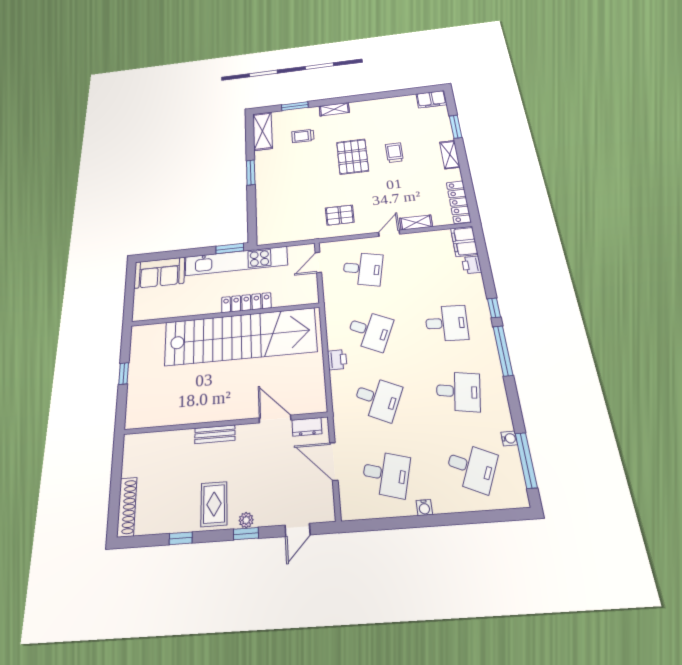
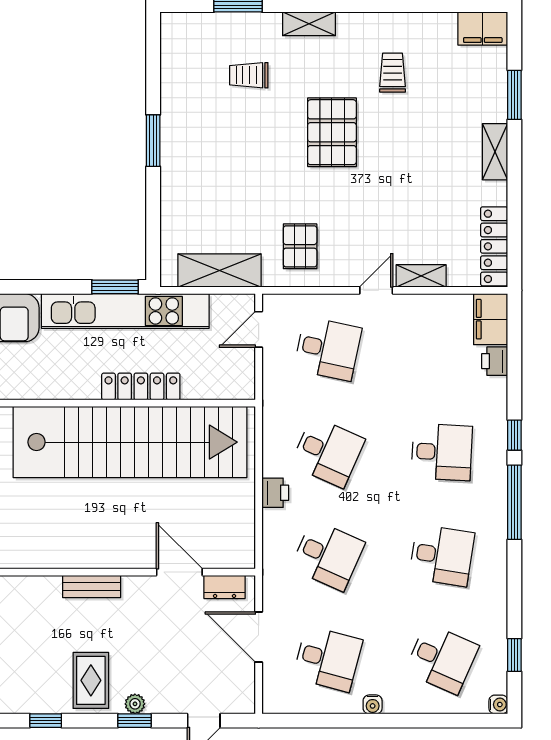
shelving: (262, 131) -> (219, 271), moved, turned 90
trolley: (394, 153) -> (393, 73), moved
pallet: (340, 215) -> (300, 246), turned 90
water cooler: (509, 438) -> (498, 705), moved
window: (526, 460) -> (514, 655), width x0.46

